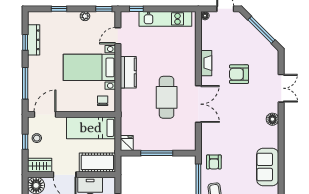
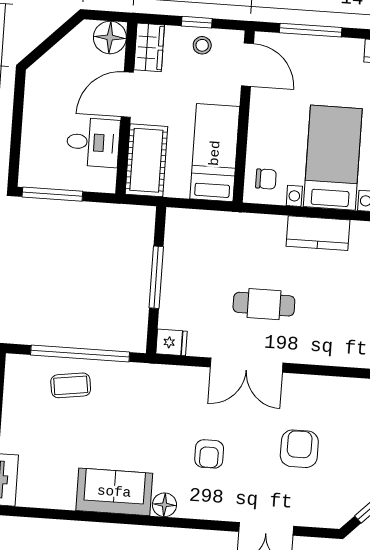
fireplace: (206, 63) -> (325, 386), removed
cafe table: (167, 97) -> (264, 304), width x0.73, depth x0.74
floor lamp: (272, 119) -> (164, 505), moved
fridge: (127, 143) -> (172, 342), moved
armchair: (214, 162) -> (209, 454), moved, turned -90

